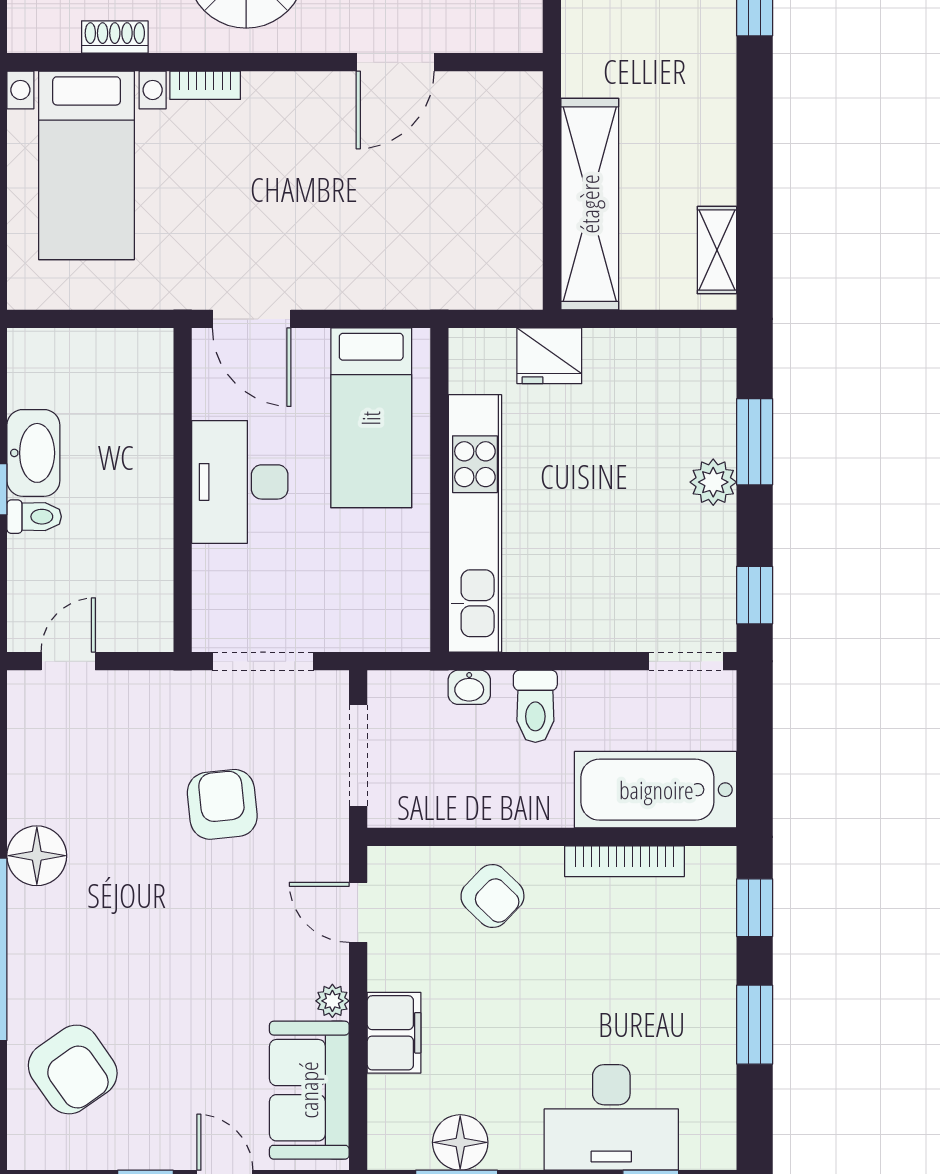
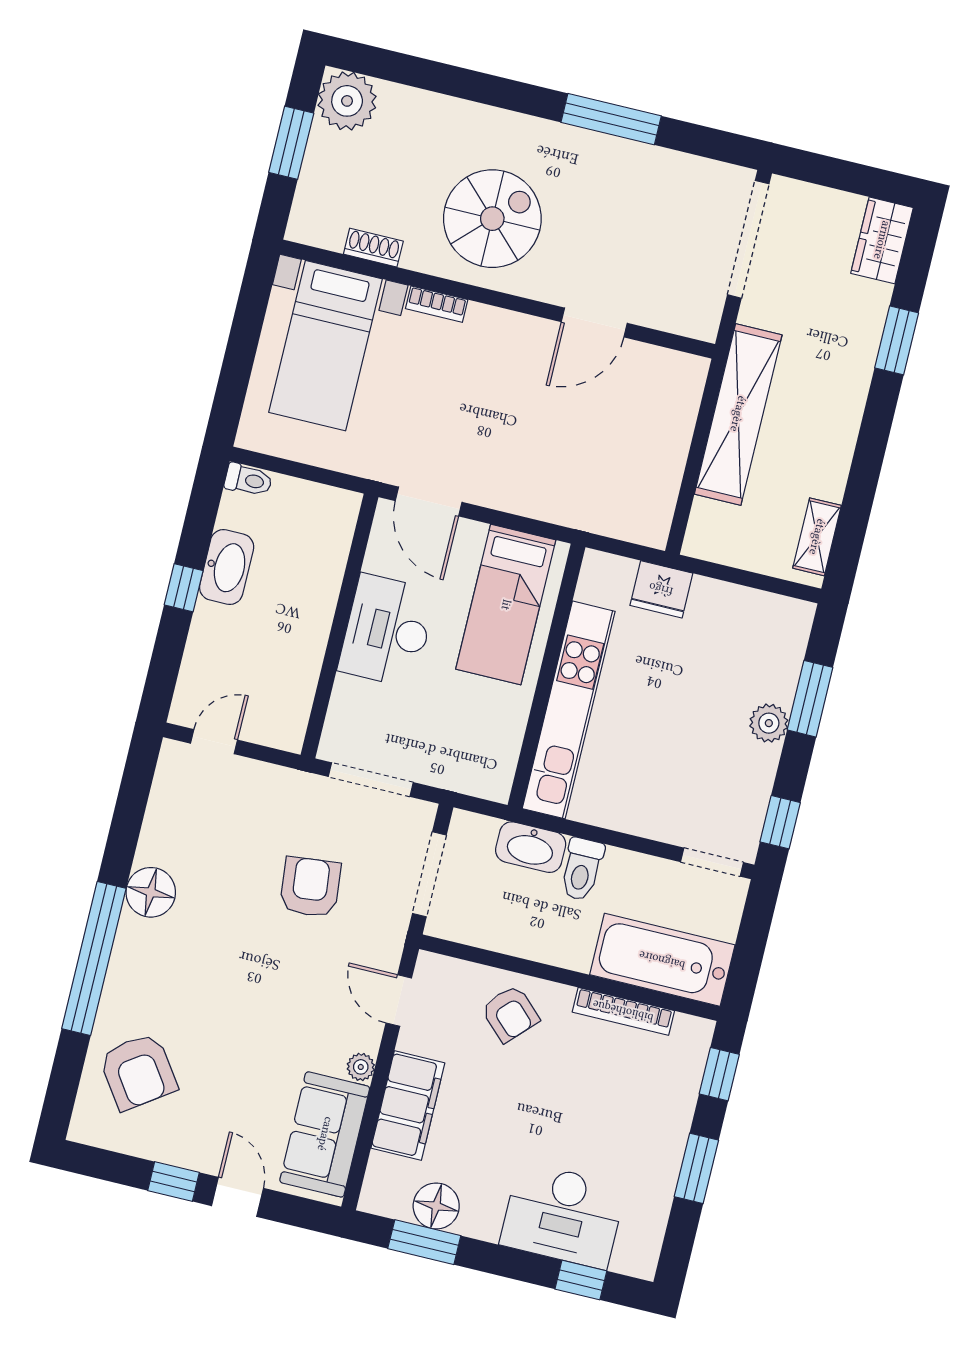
shelving: (590, 204) -> (738, 414), moved
toilet: (34, 517) -> (248, 480), moved
washbasin: (469, 687) -> (531, 847), width x1.91, depth x1.45
filing cabinet: (394, 1033) -> (408, 1106), width x1.50, depth x1.17

